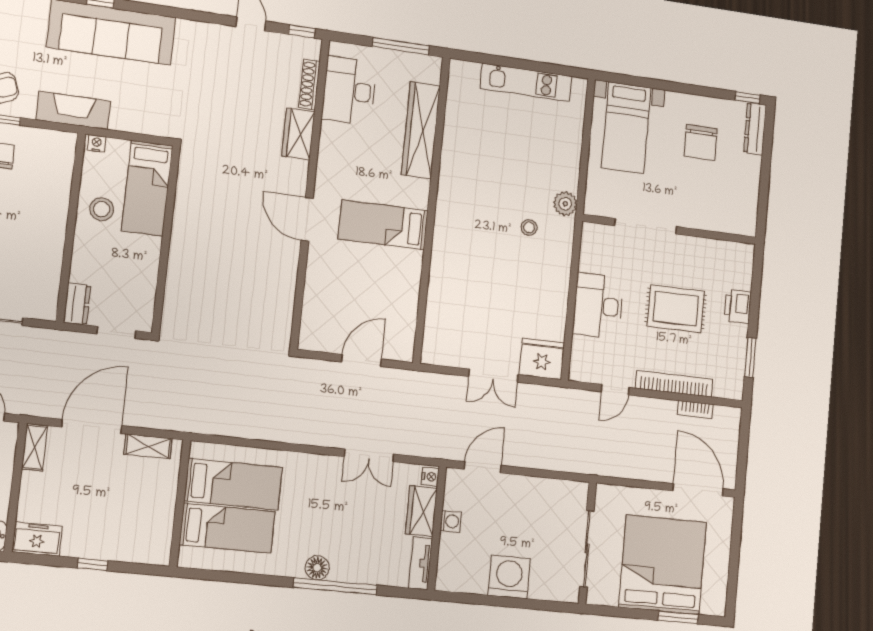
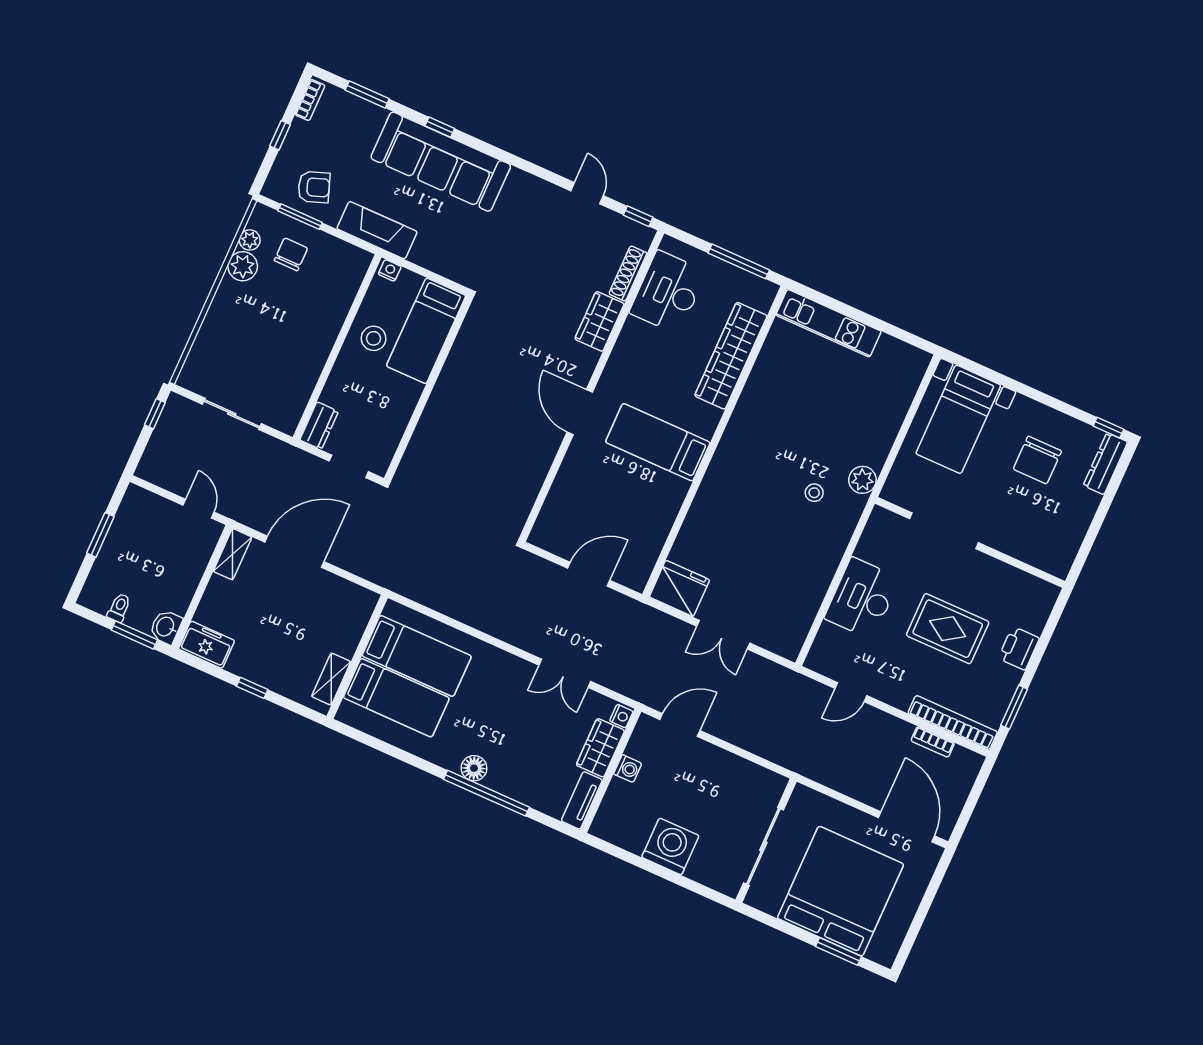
kitchen unit: (526, 82) -> (829, 323), moved
fridge: (542, 359) -> (679, 588), moved
bookcase: (674, 384) -> (953, 723), moved
shelving: (148, 446) -> (331, 679), moved, turned 90

